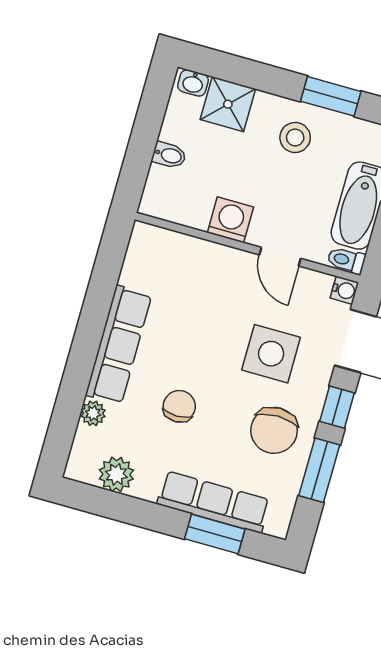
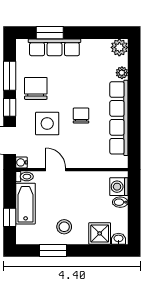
washing machine: (230, 220) -> (119, 187), moved, turned 90
row of seats: (119, 345) -> (119, 118), width x1.36
chair: (179, 406) -> (81, 116), moved, turned 180
plant: (116, 474) -> (119, 47), moved

